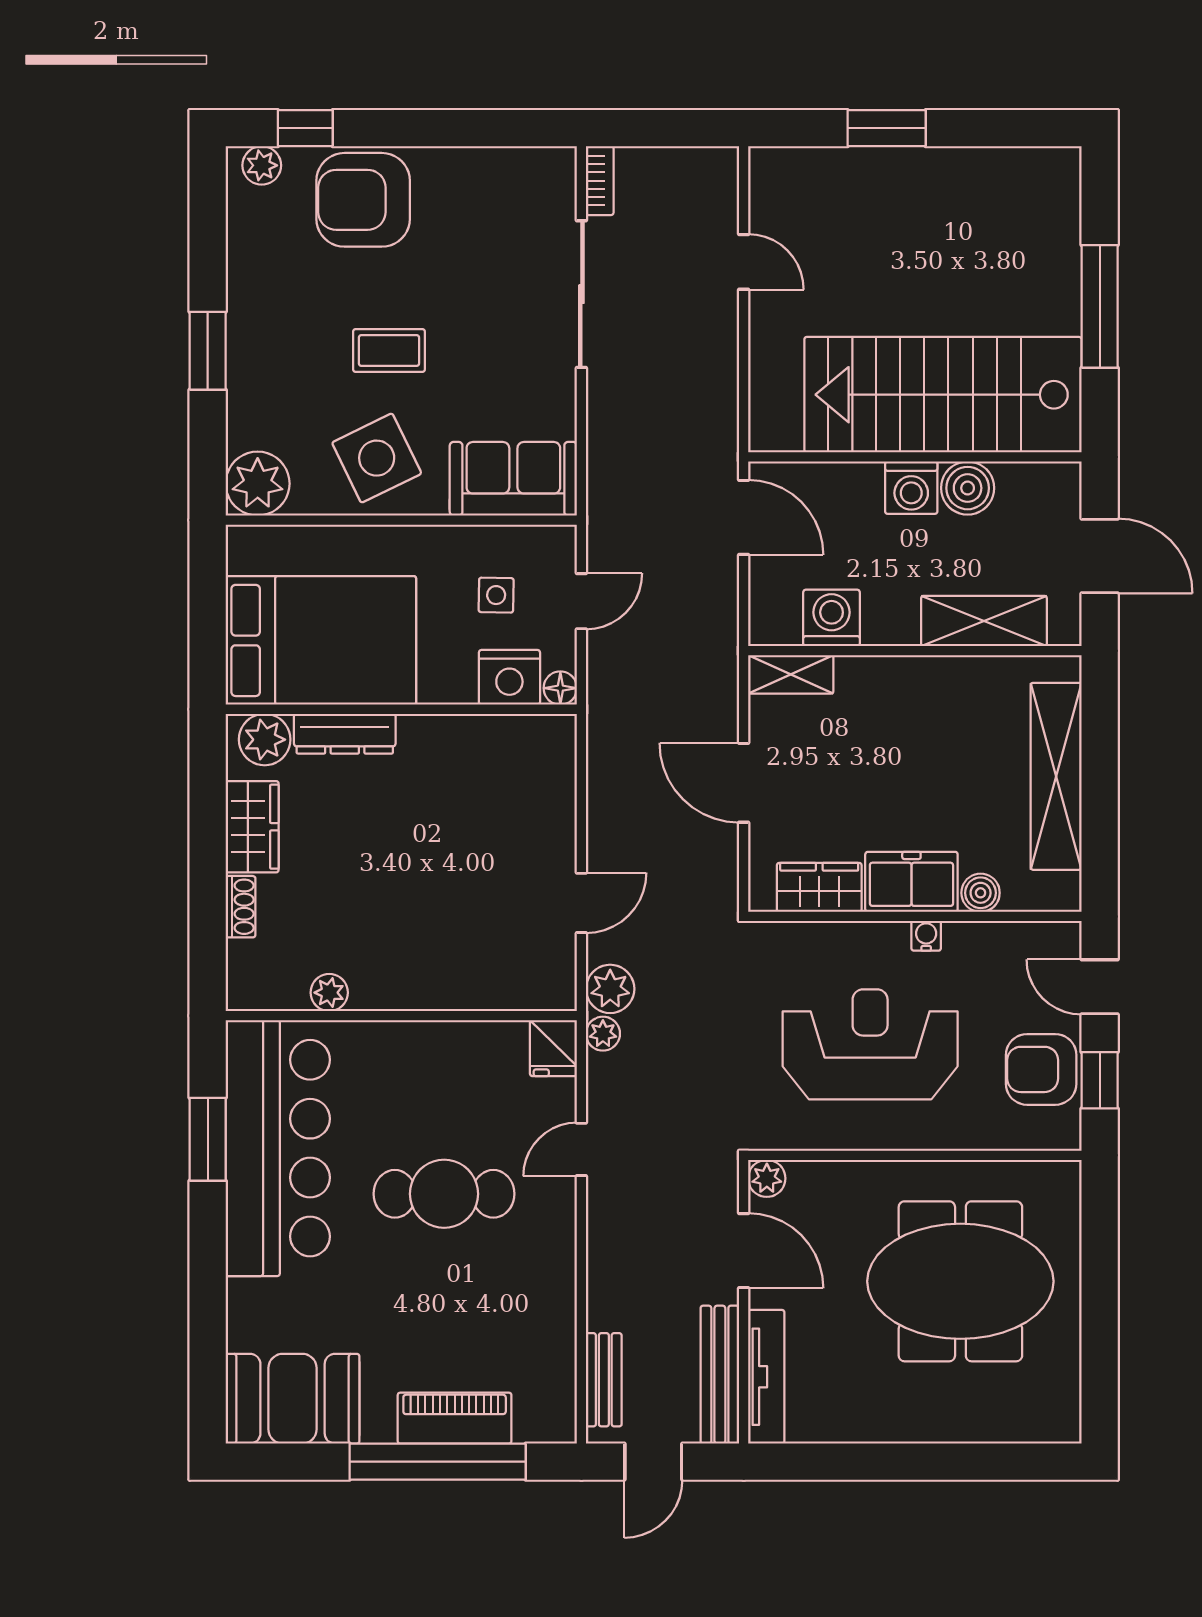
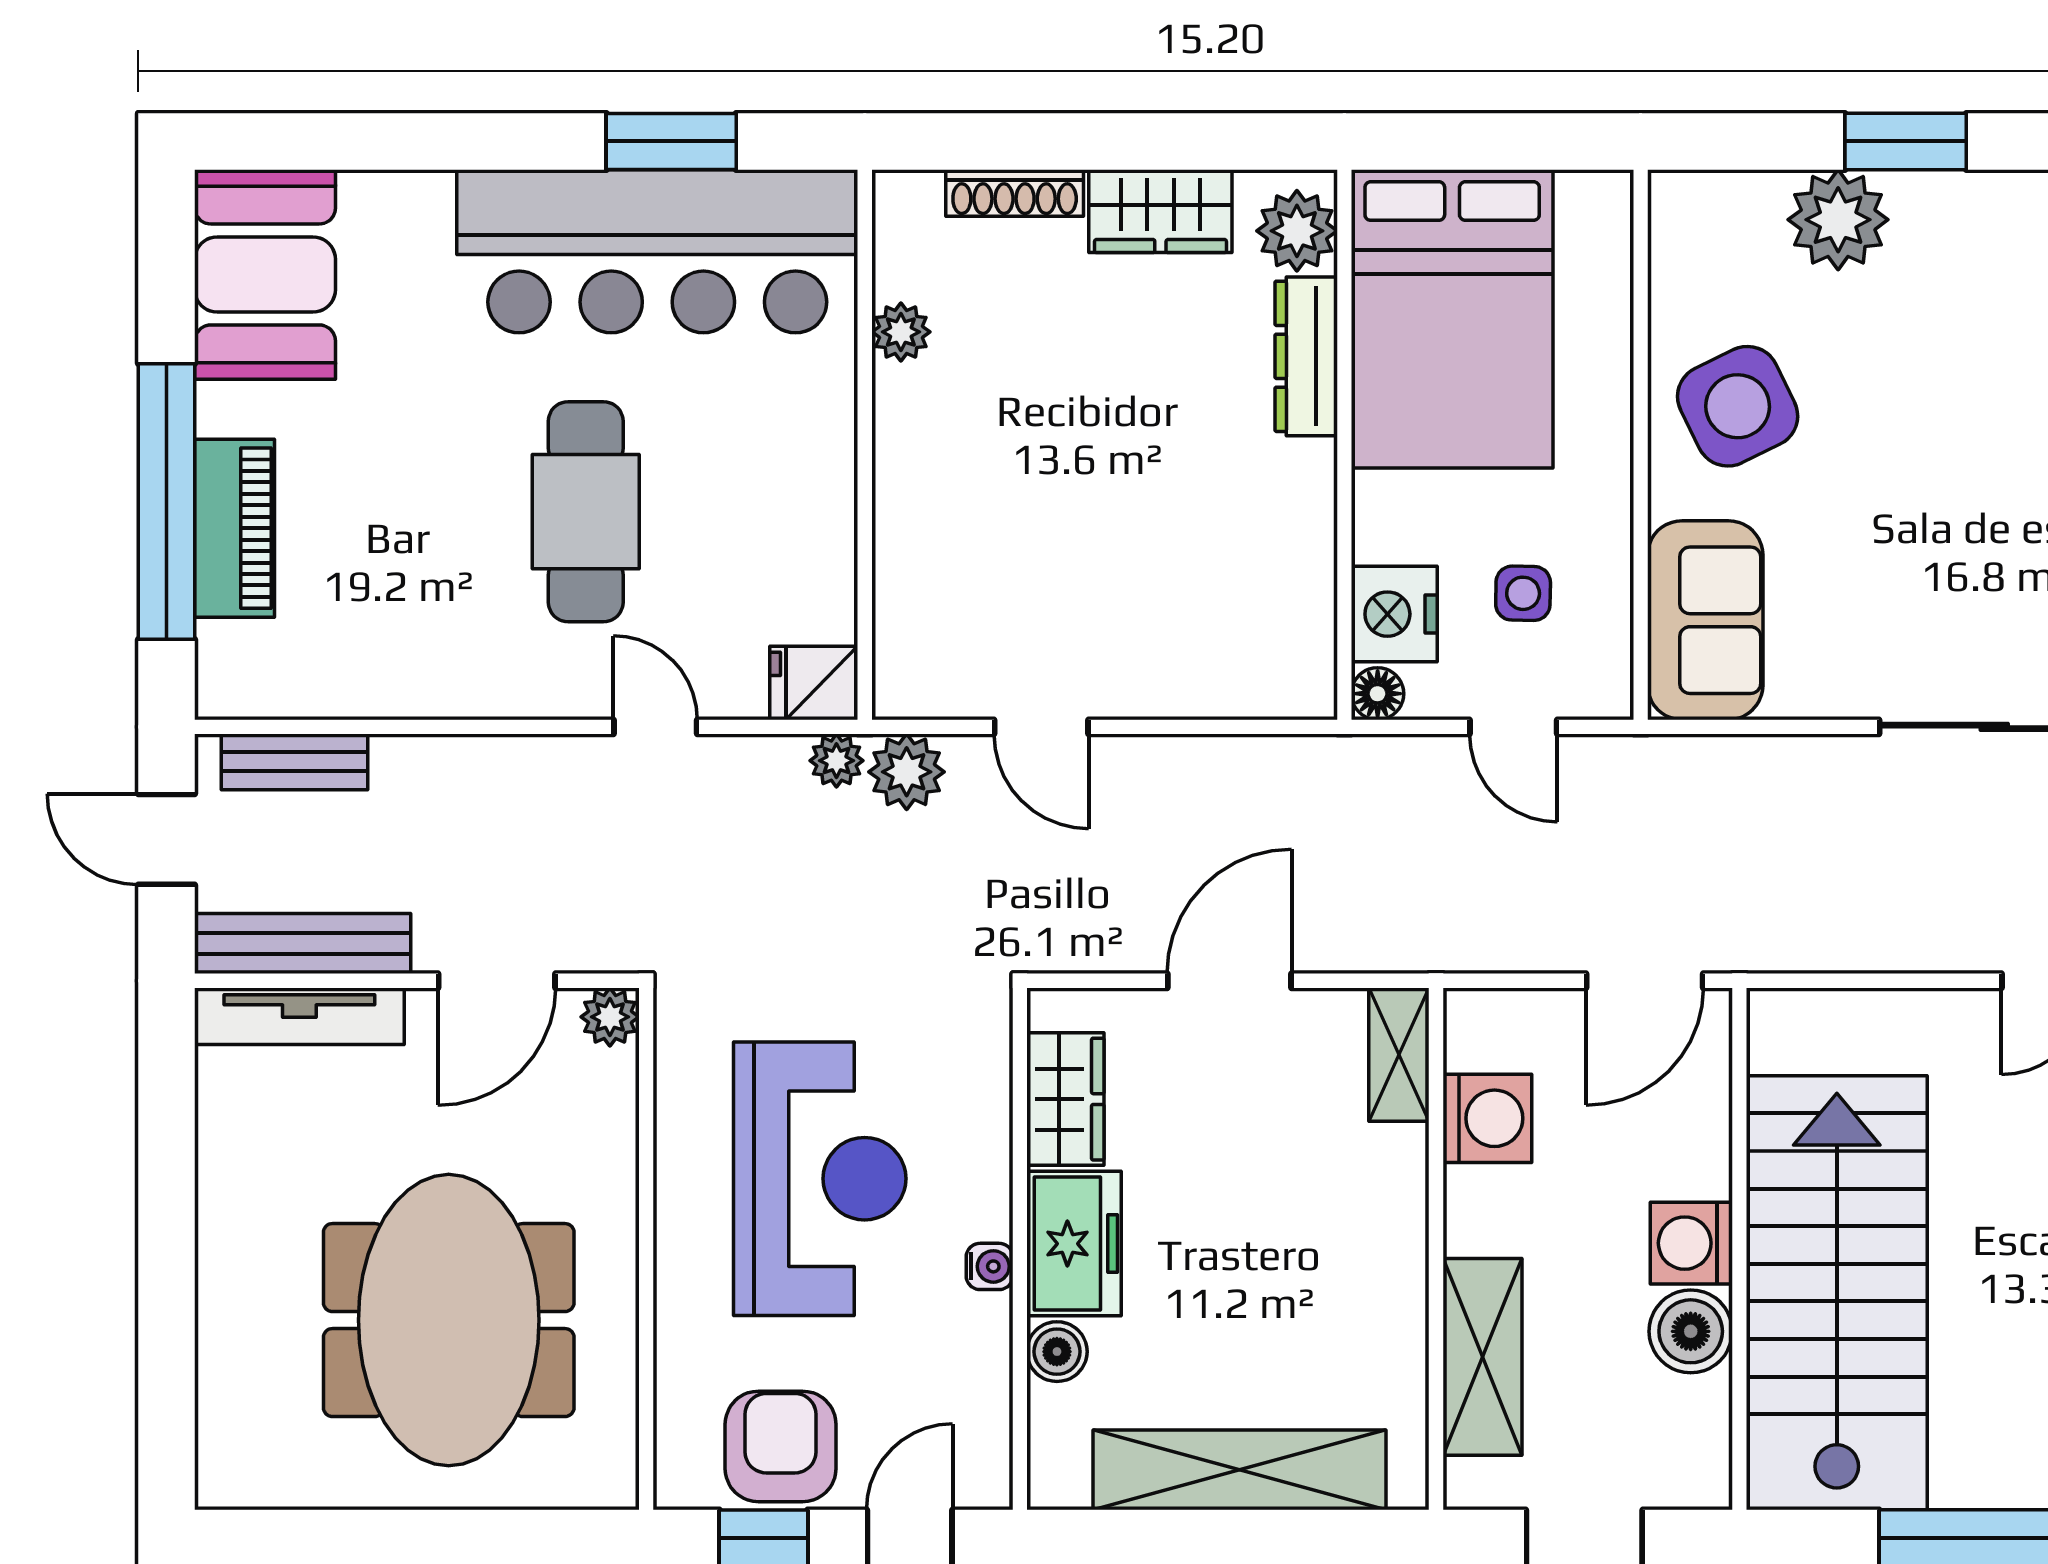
coffee table: (389, 351) -> (1906, 425), removed
plant: (258, 484) -> (1838, 220), moved
shoe rack: (241, 907) -> (1015, 193), width x1.43

